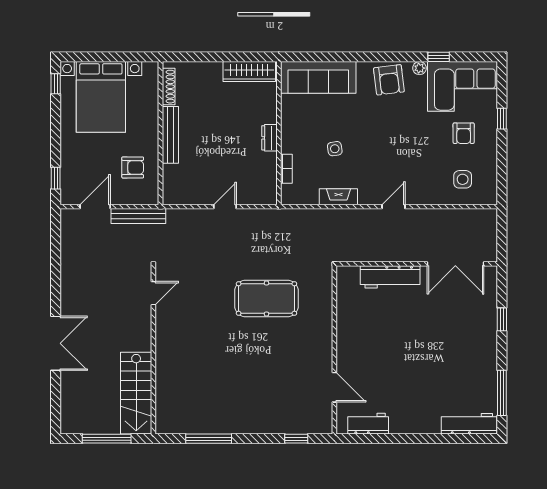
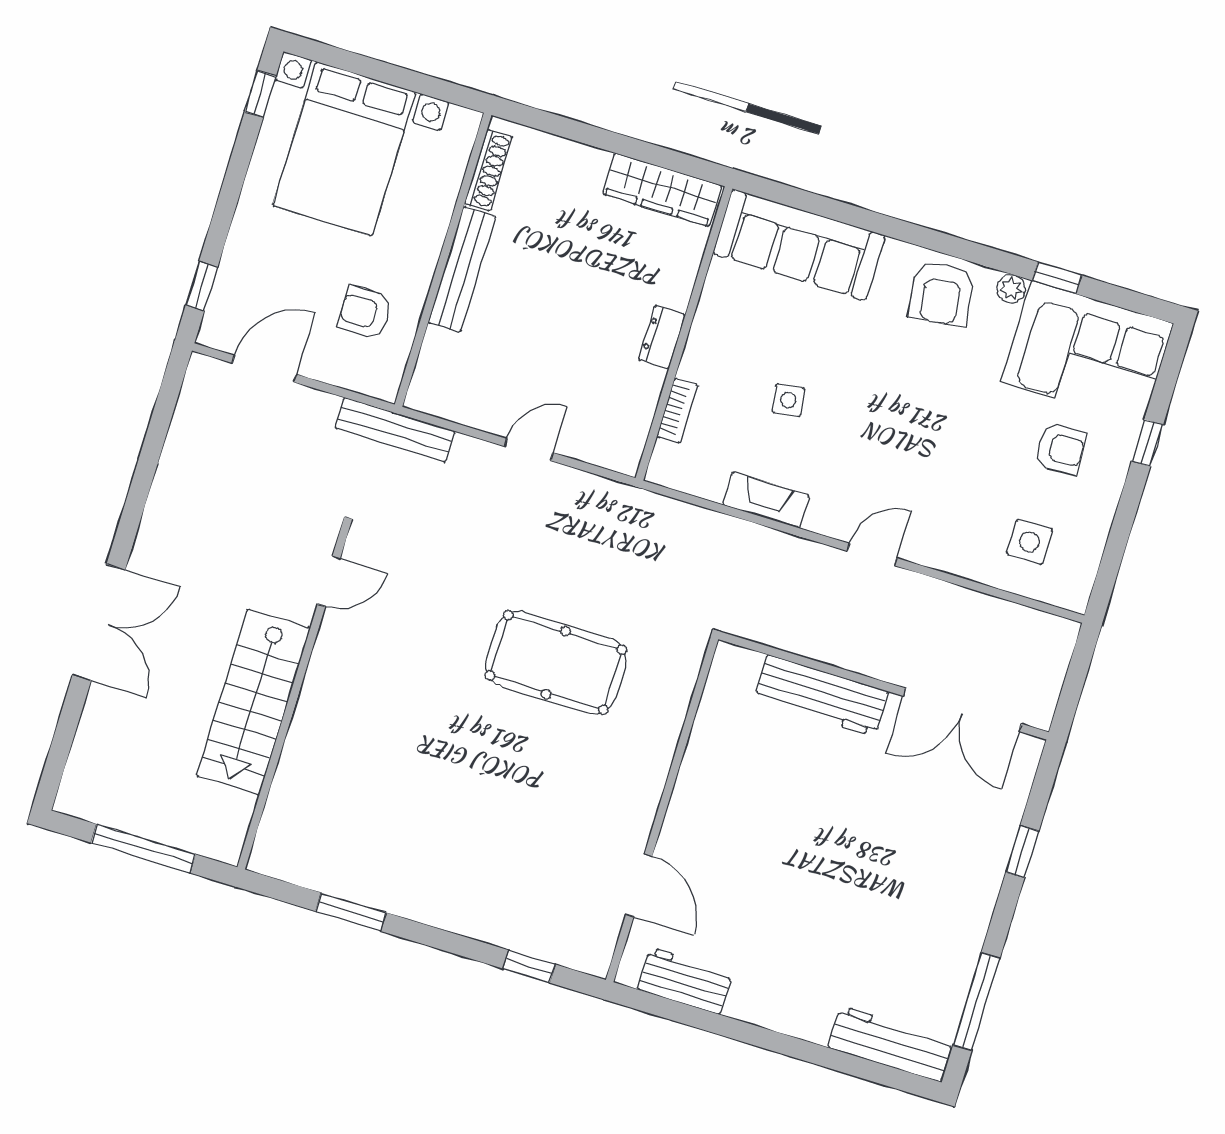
armchair: (464, 133) -> (1060, 449), turned -92
armchair: (133, 167) -> (365, 312), turned 180
bench: (138, 216) -> (395, 430), moved
stairs: (136, 393) -> (254, 702), moved
window: (209, 439) -> (351, 912), width x0.69

